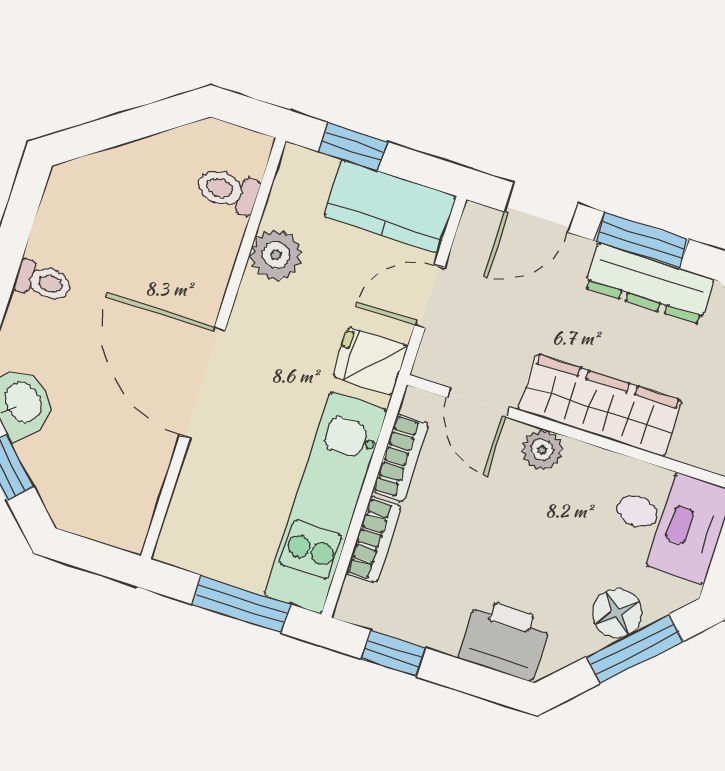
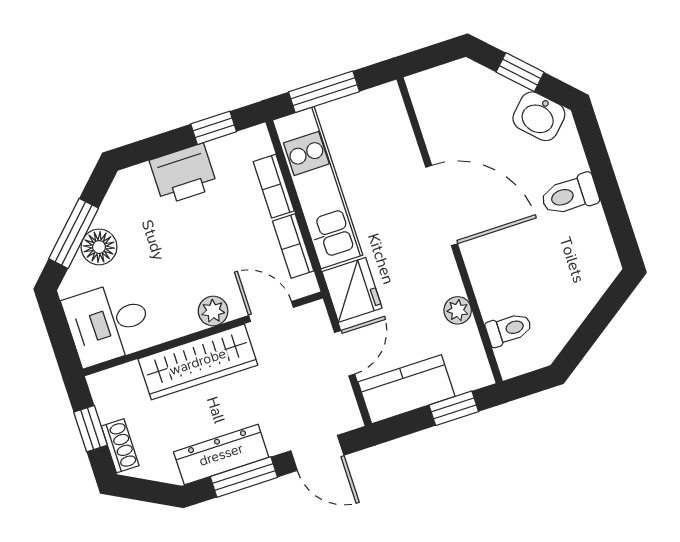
door: (541, 207) -> (317, 453), swing flipped
plant: (276, 255) -> (458, 310), width x0.73, depth x0.73
toilet: (43, 281) -> (570, 195), width x1.37, depth x1.39
fridge: (370, 361) -> (352, 290), width x1.38
printer: (504, 639) -> (183, 174), moved

